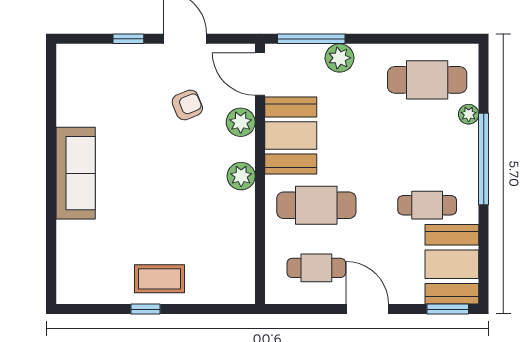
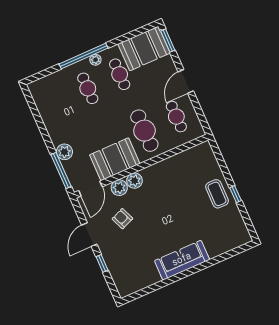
cafe table: (427, 80) -> (88, 88), moved, width x0.73, depth x0.74
plant: (469, 114) -> (95, 60), moved
plant: (241, 176) -> (134, 181), moved

